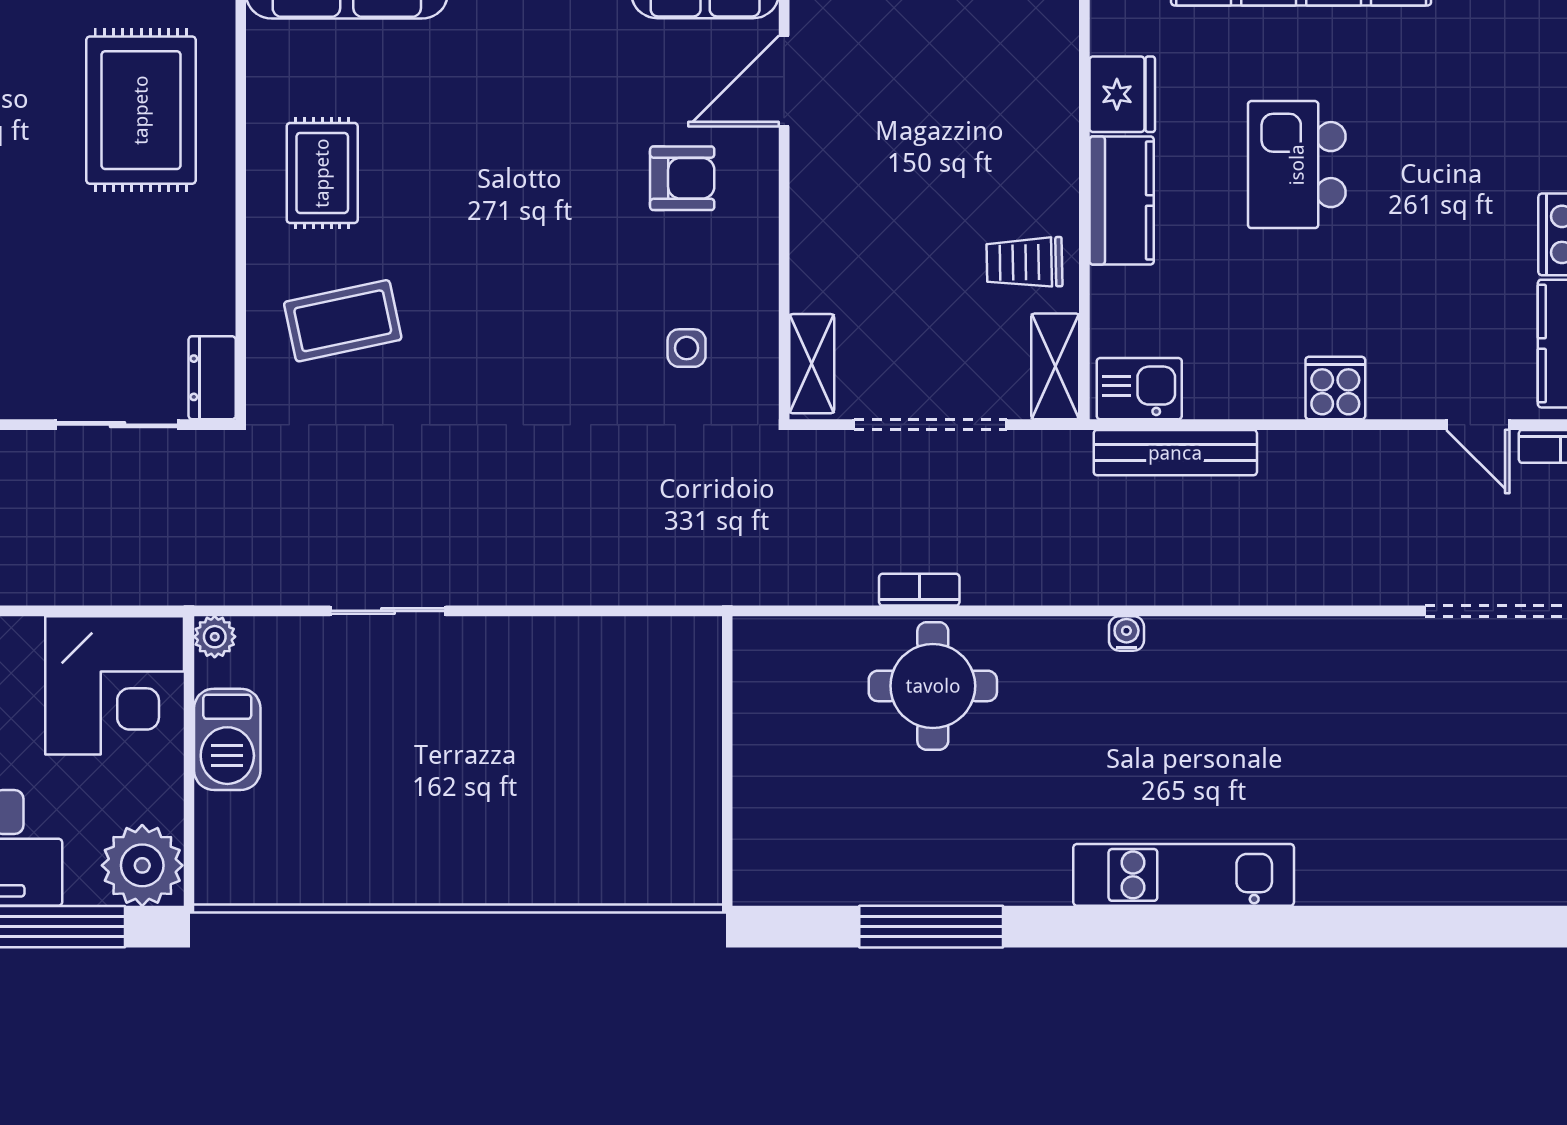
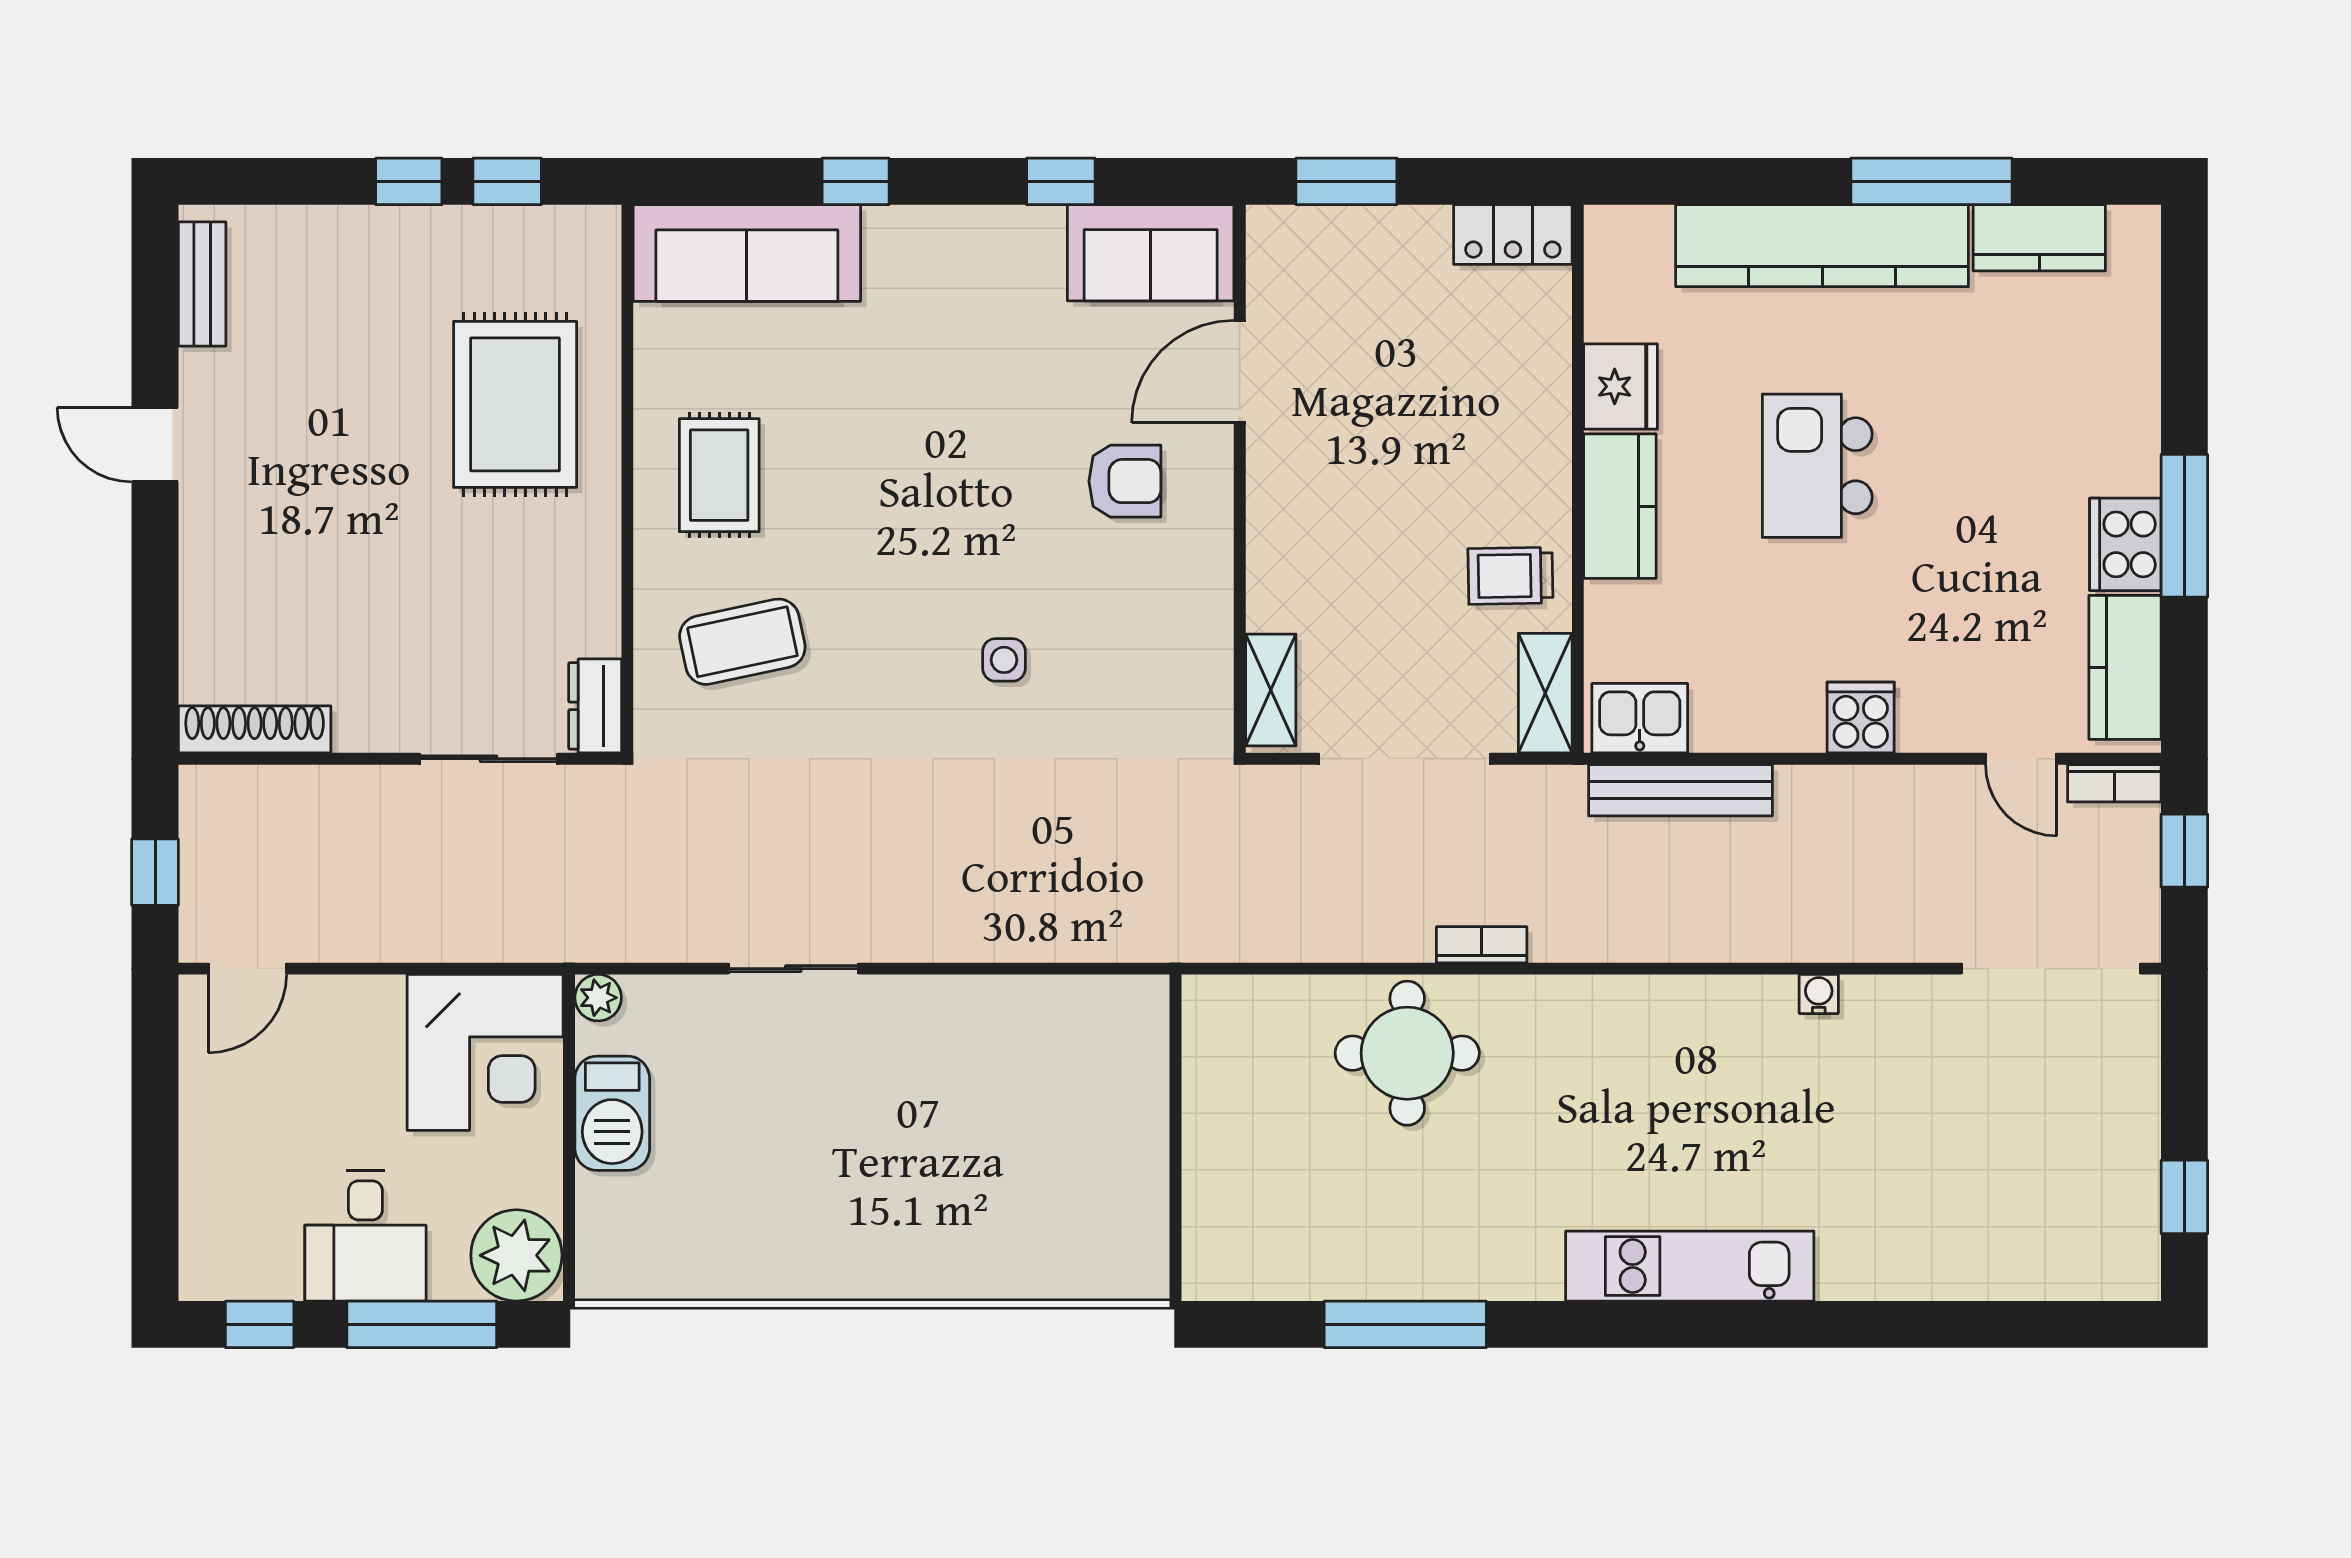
side table: (687, 348) -> (1004, 660), moved
bookcase: (919, 590) -> (1482, 945), moved
water cooler: (1126, 633) -> (1819, 994), moved

